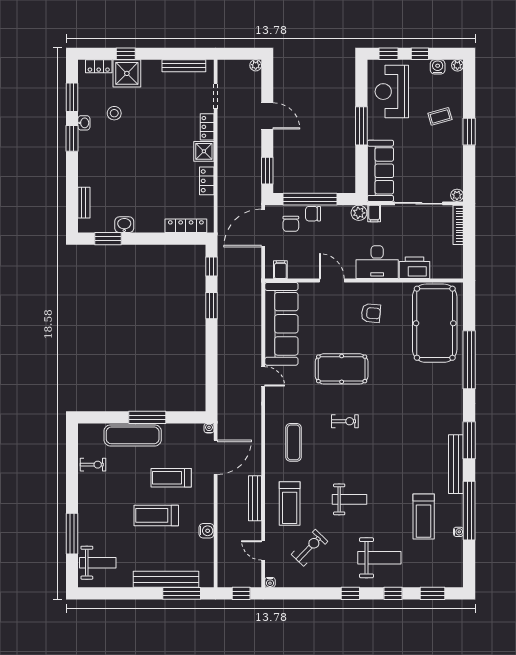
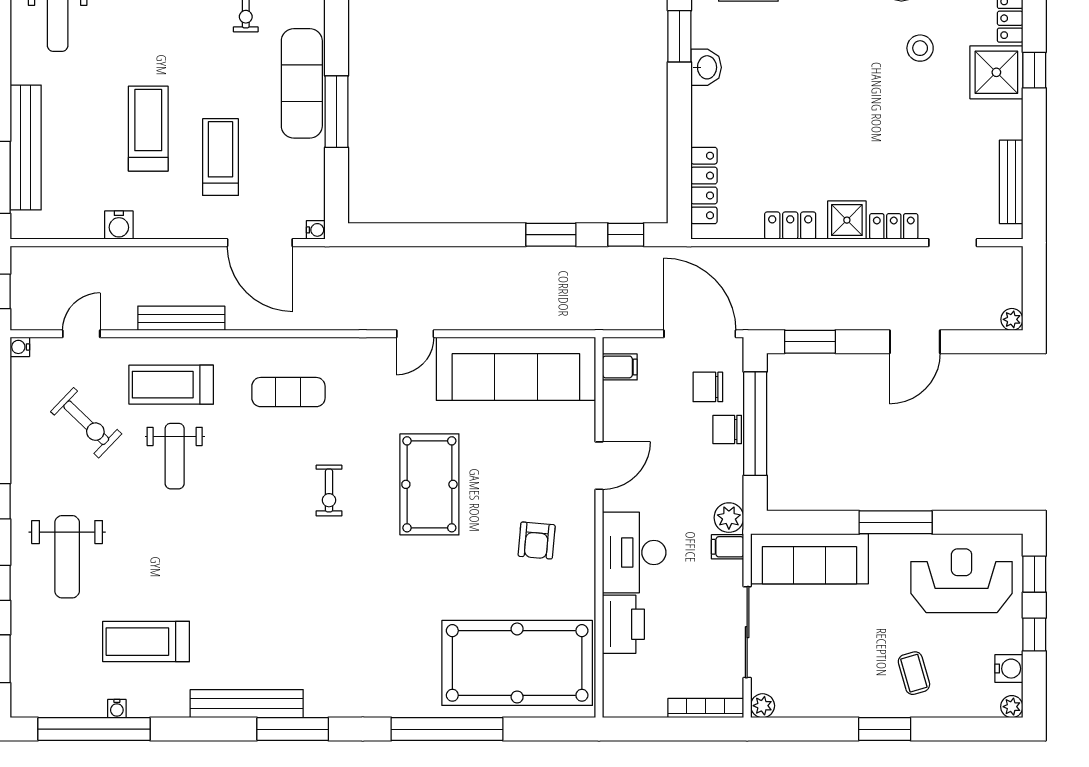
chair: (313, 214) -> (727, 430), turned -90
weight bench: (349, 499) -> (175, 456), moved
window: (469, 511) -> (94, 729), moved

